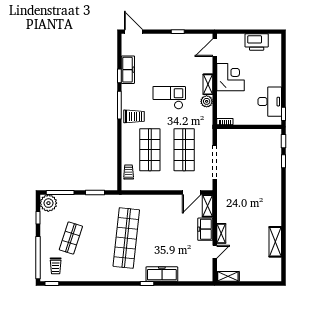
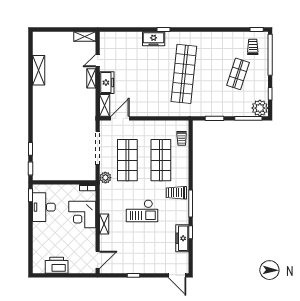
corner desk: (230, 77) -> (82, 215), moved
plant: (207, 101) -> (105, 178), moved
freezer: (162, 274) -> (154, 39), width x0.71

